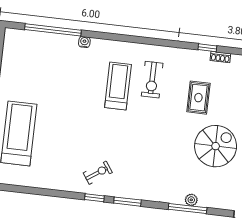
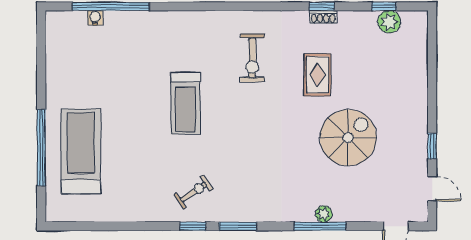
water cooler: (84, 42) -> (95, 18), moved
shoe rack: (220, 57) -> (323, 17), moved
treadmill: (118, 86) -> (185, 103), moved, turned 180

